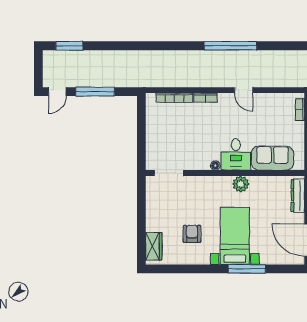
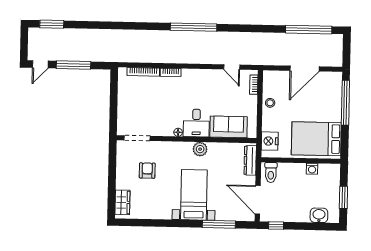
door: (244, 90) -> (232, 67), moved
armchair: (192, 234) -> (147, 171), moved
window: (247, 269) -> (219, 224), moved

